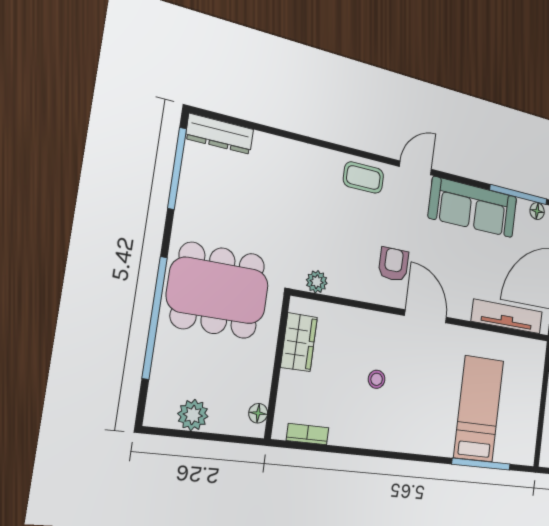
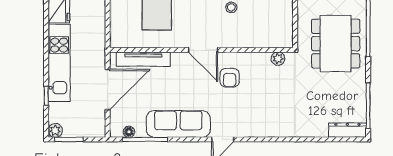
coffee table: (363, 178) -> (257, 126), removed
dining table: (218, 291) -> (336, 44), turned 90
wardrobe: (299, 342) -> (284, 22), removed

